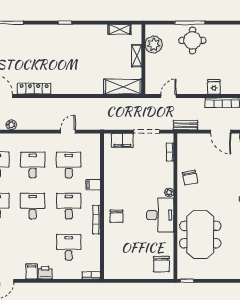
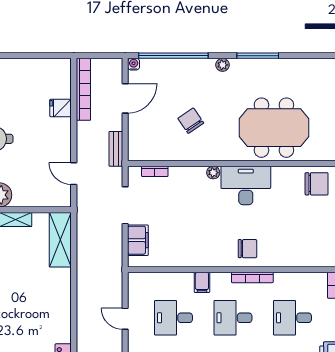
chair: (190, 178) -> (191, 121), moved, turned -113

